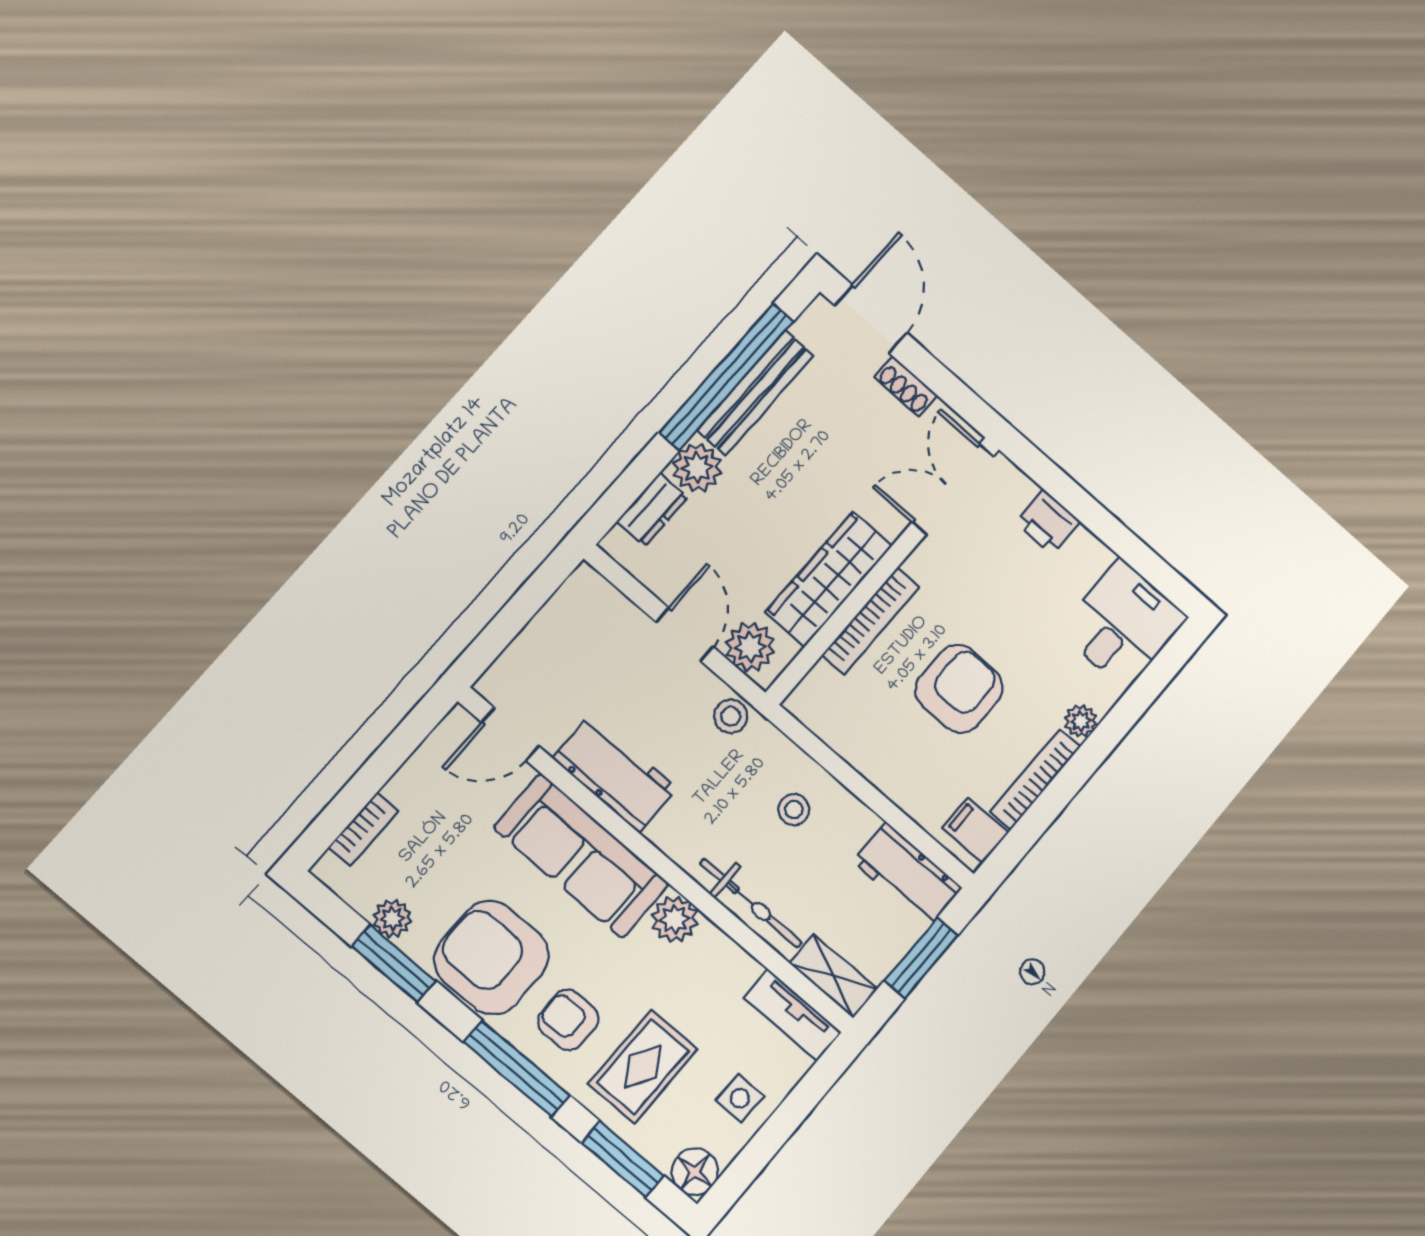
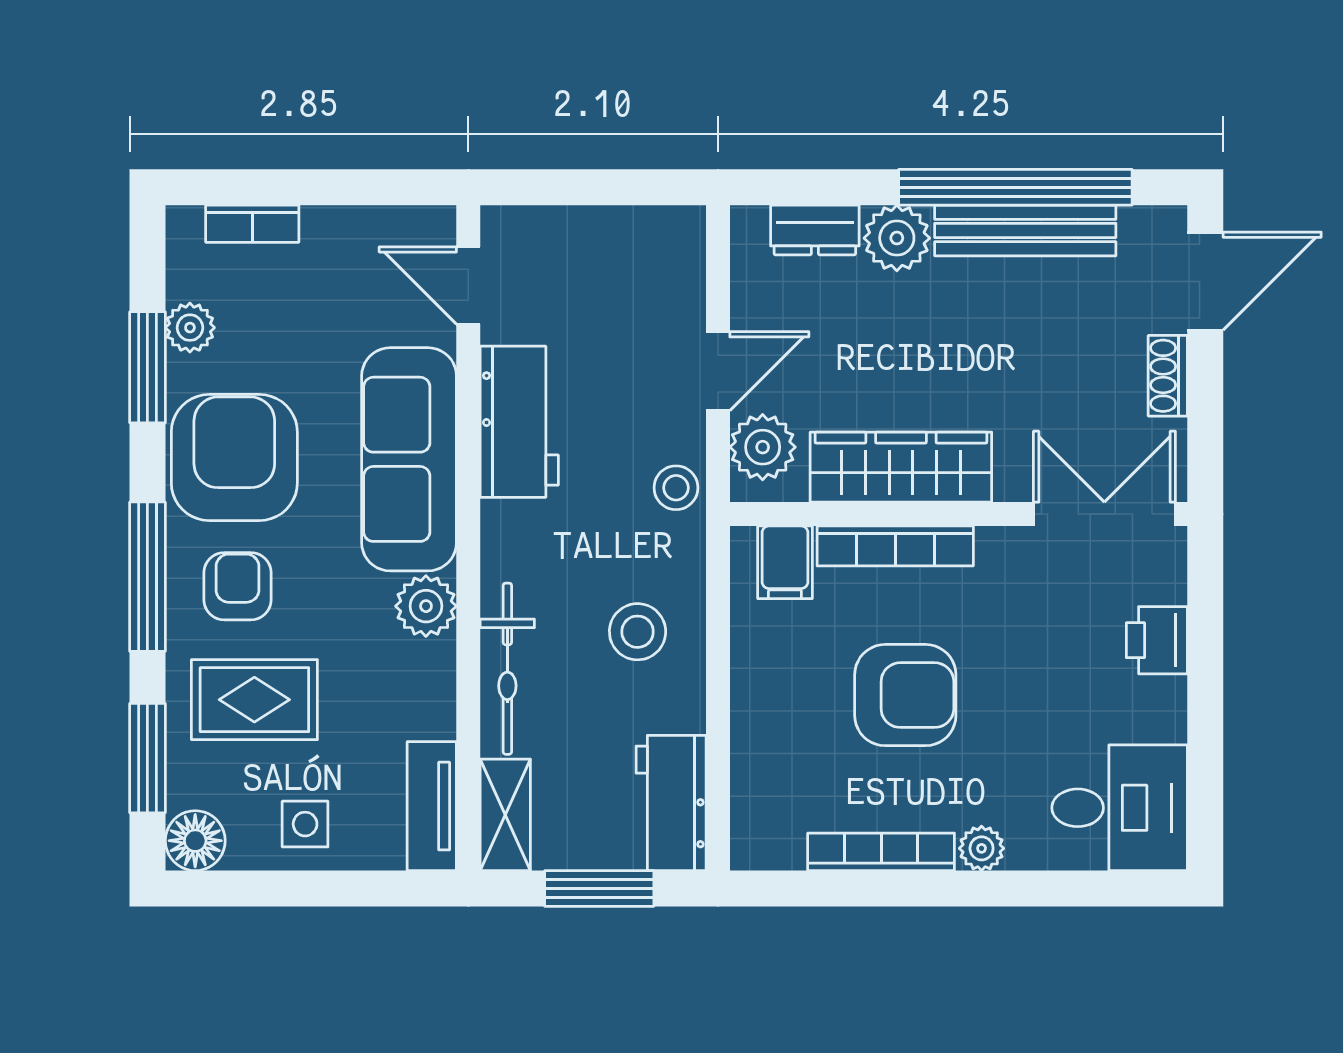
stool: (794, 810) -> (638, 632), width x1.37, depth x1.37
filing cabinet: (975, 830) -> (785, 562), moved, turned 180

